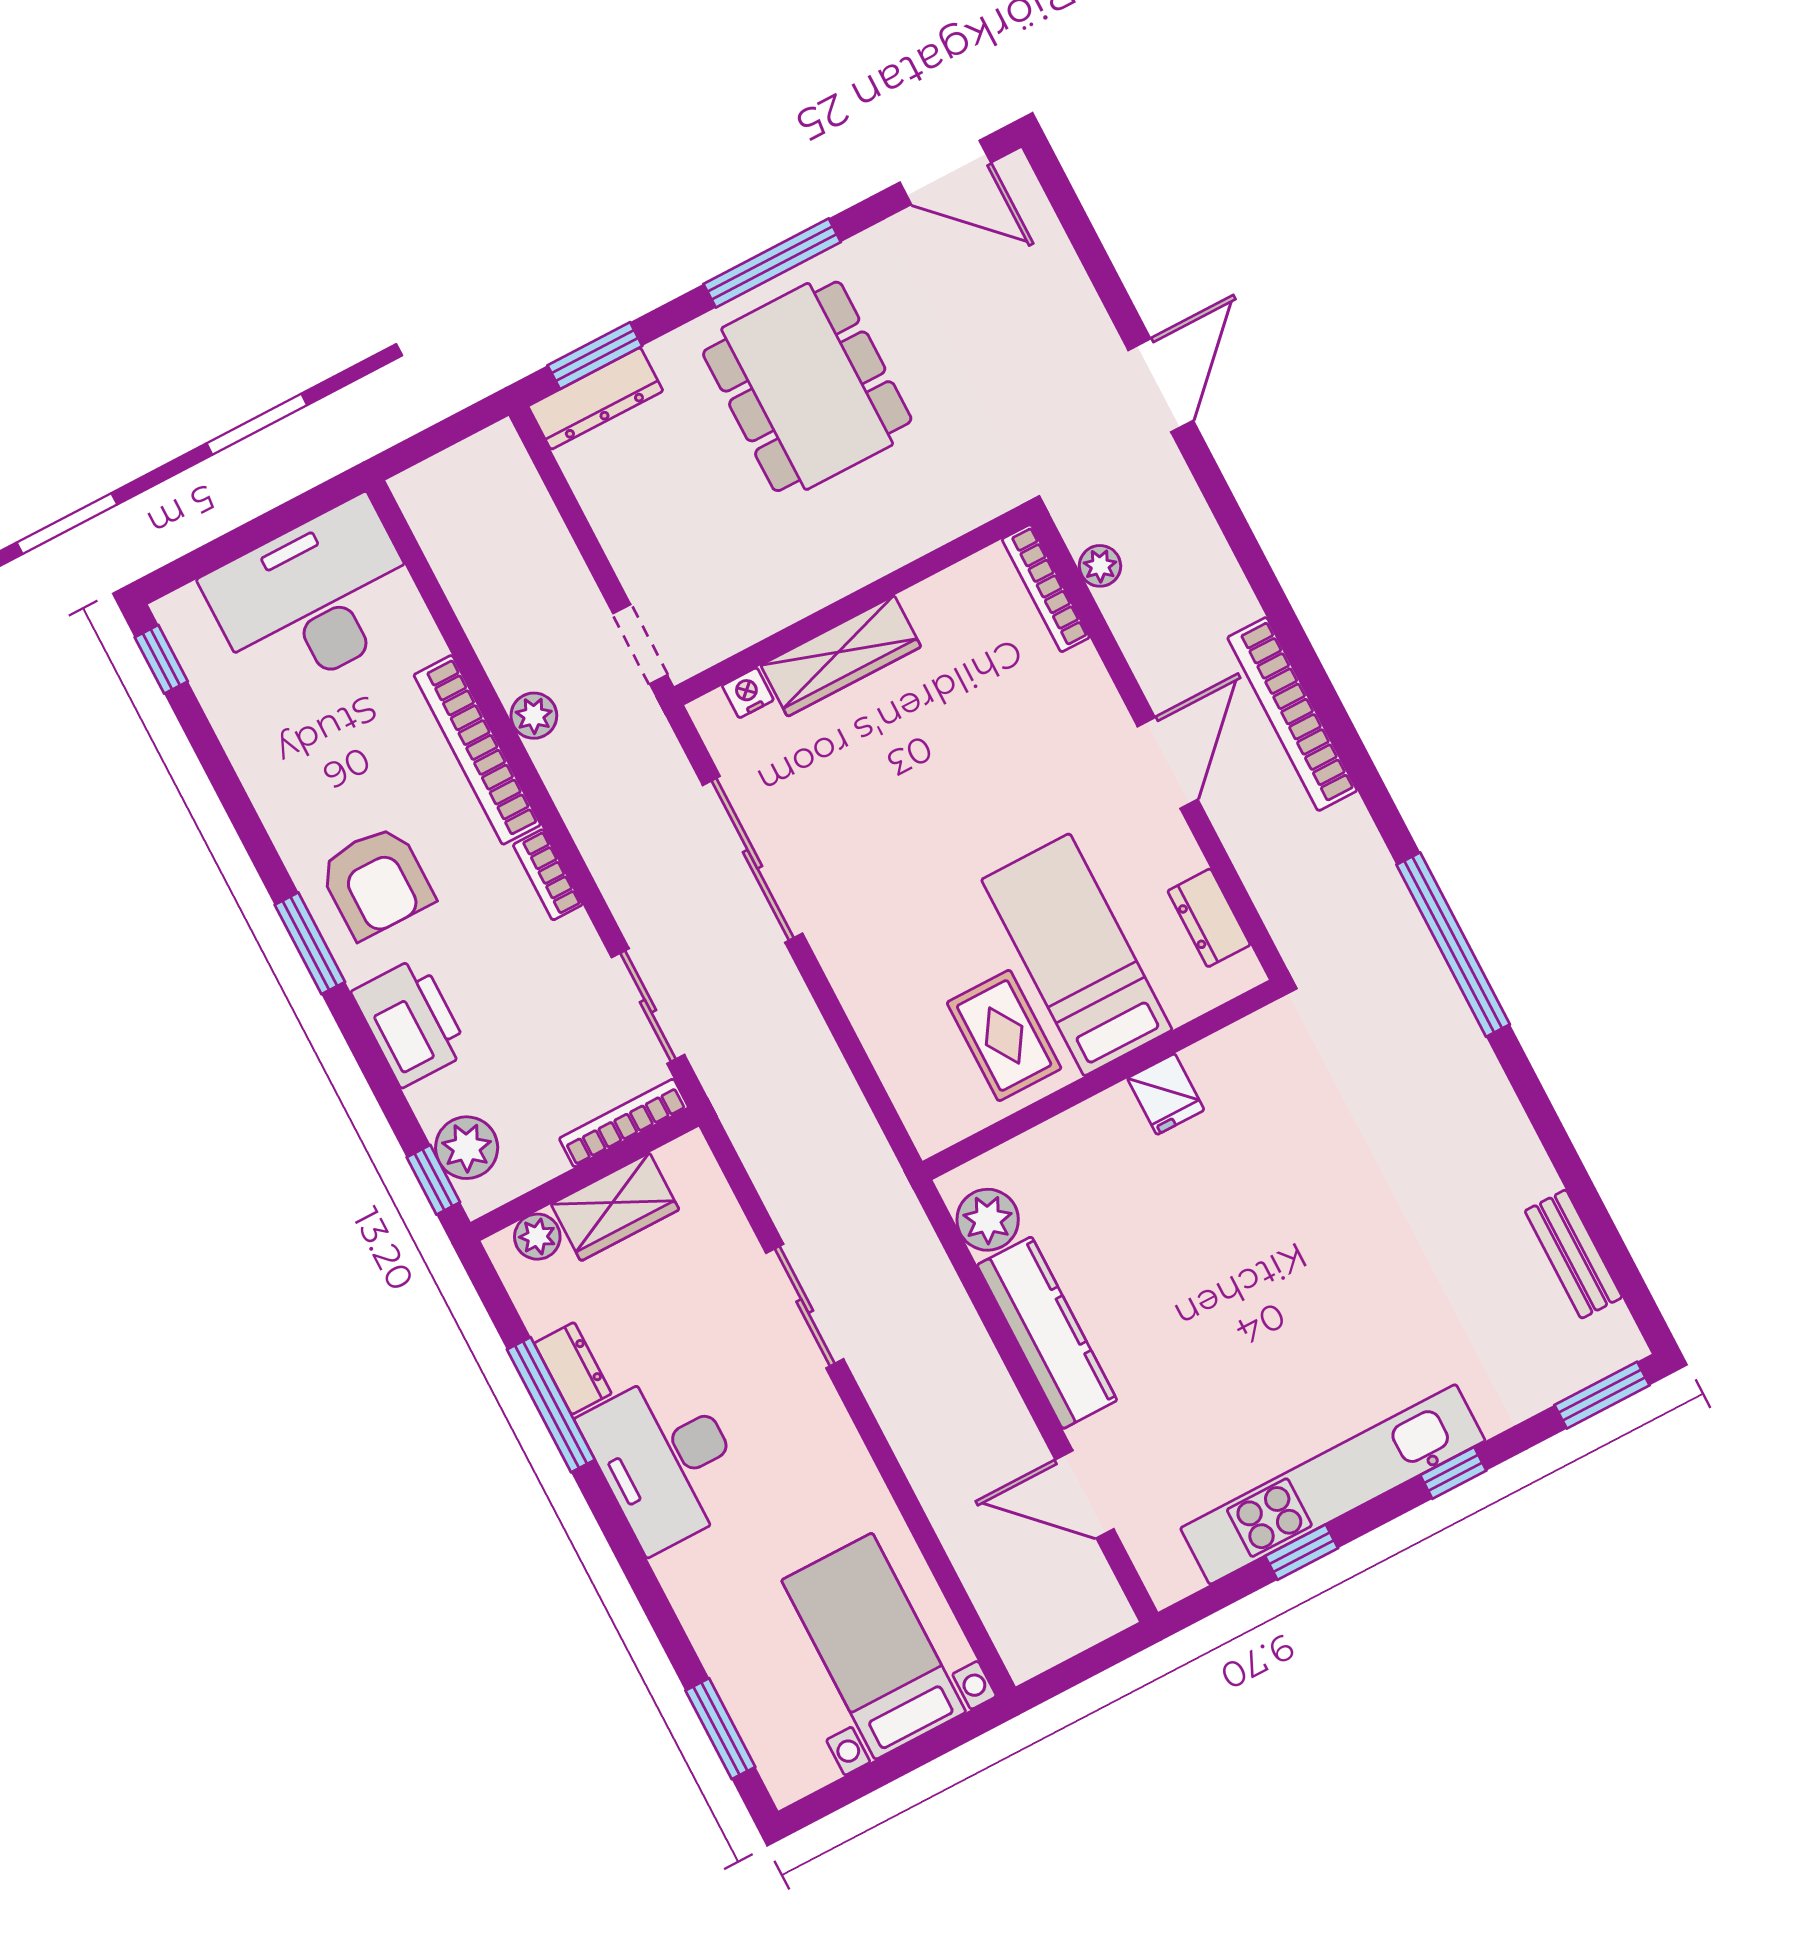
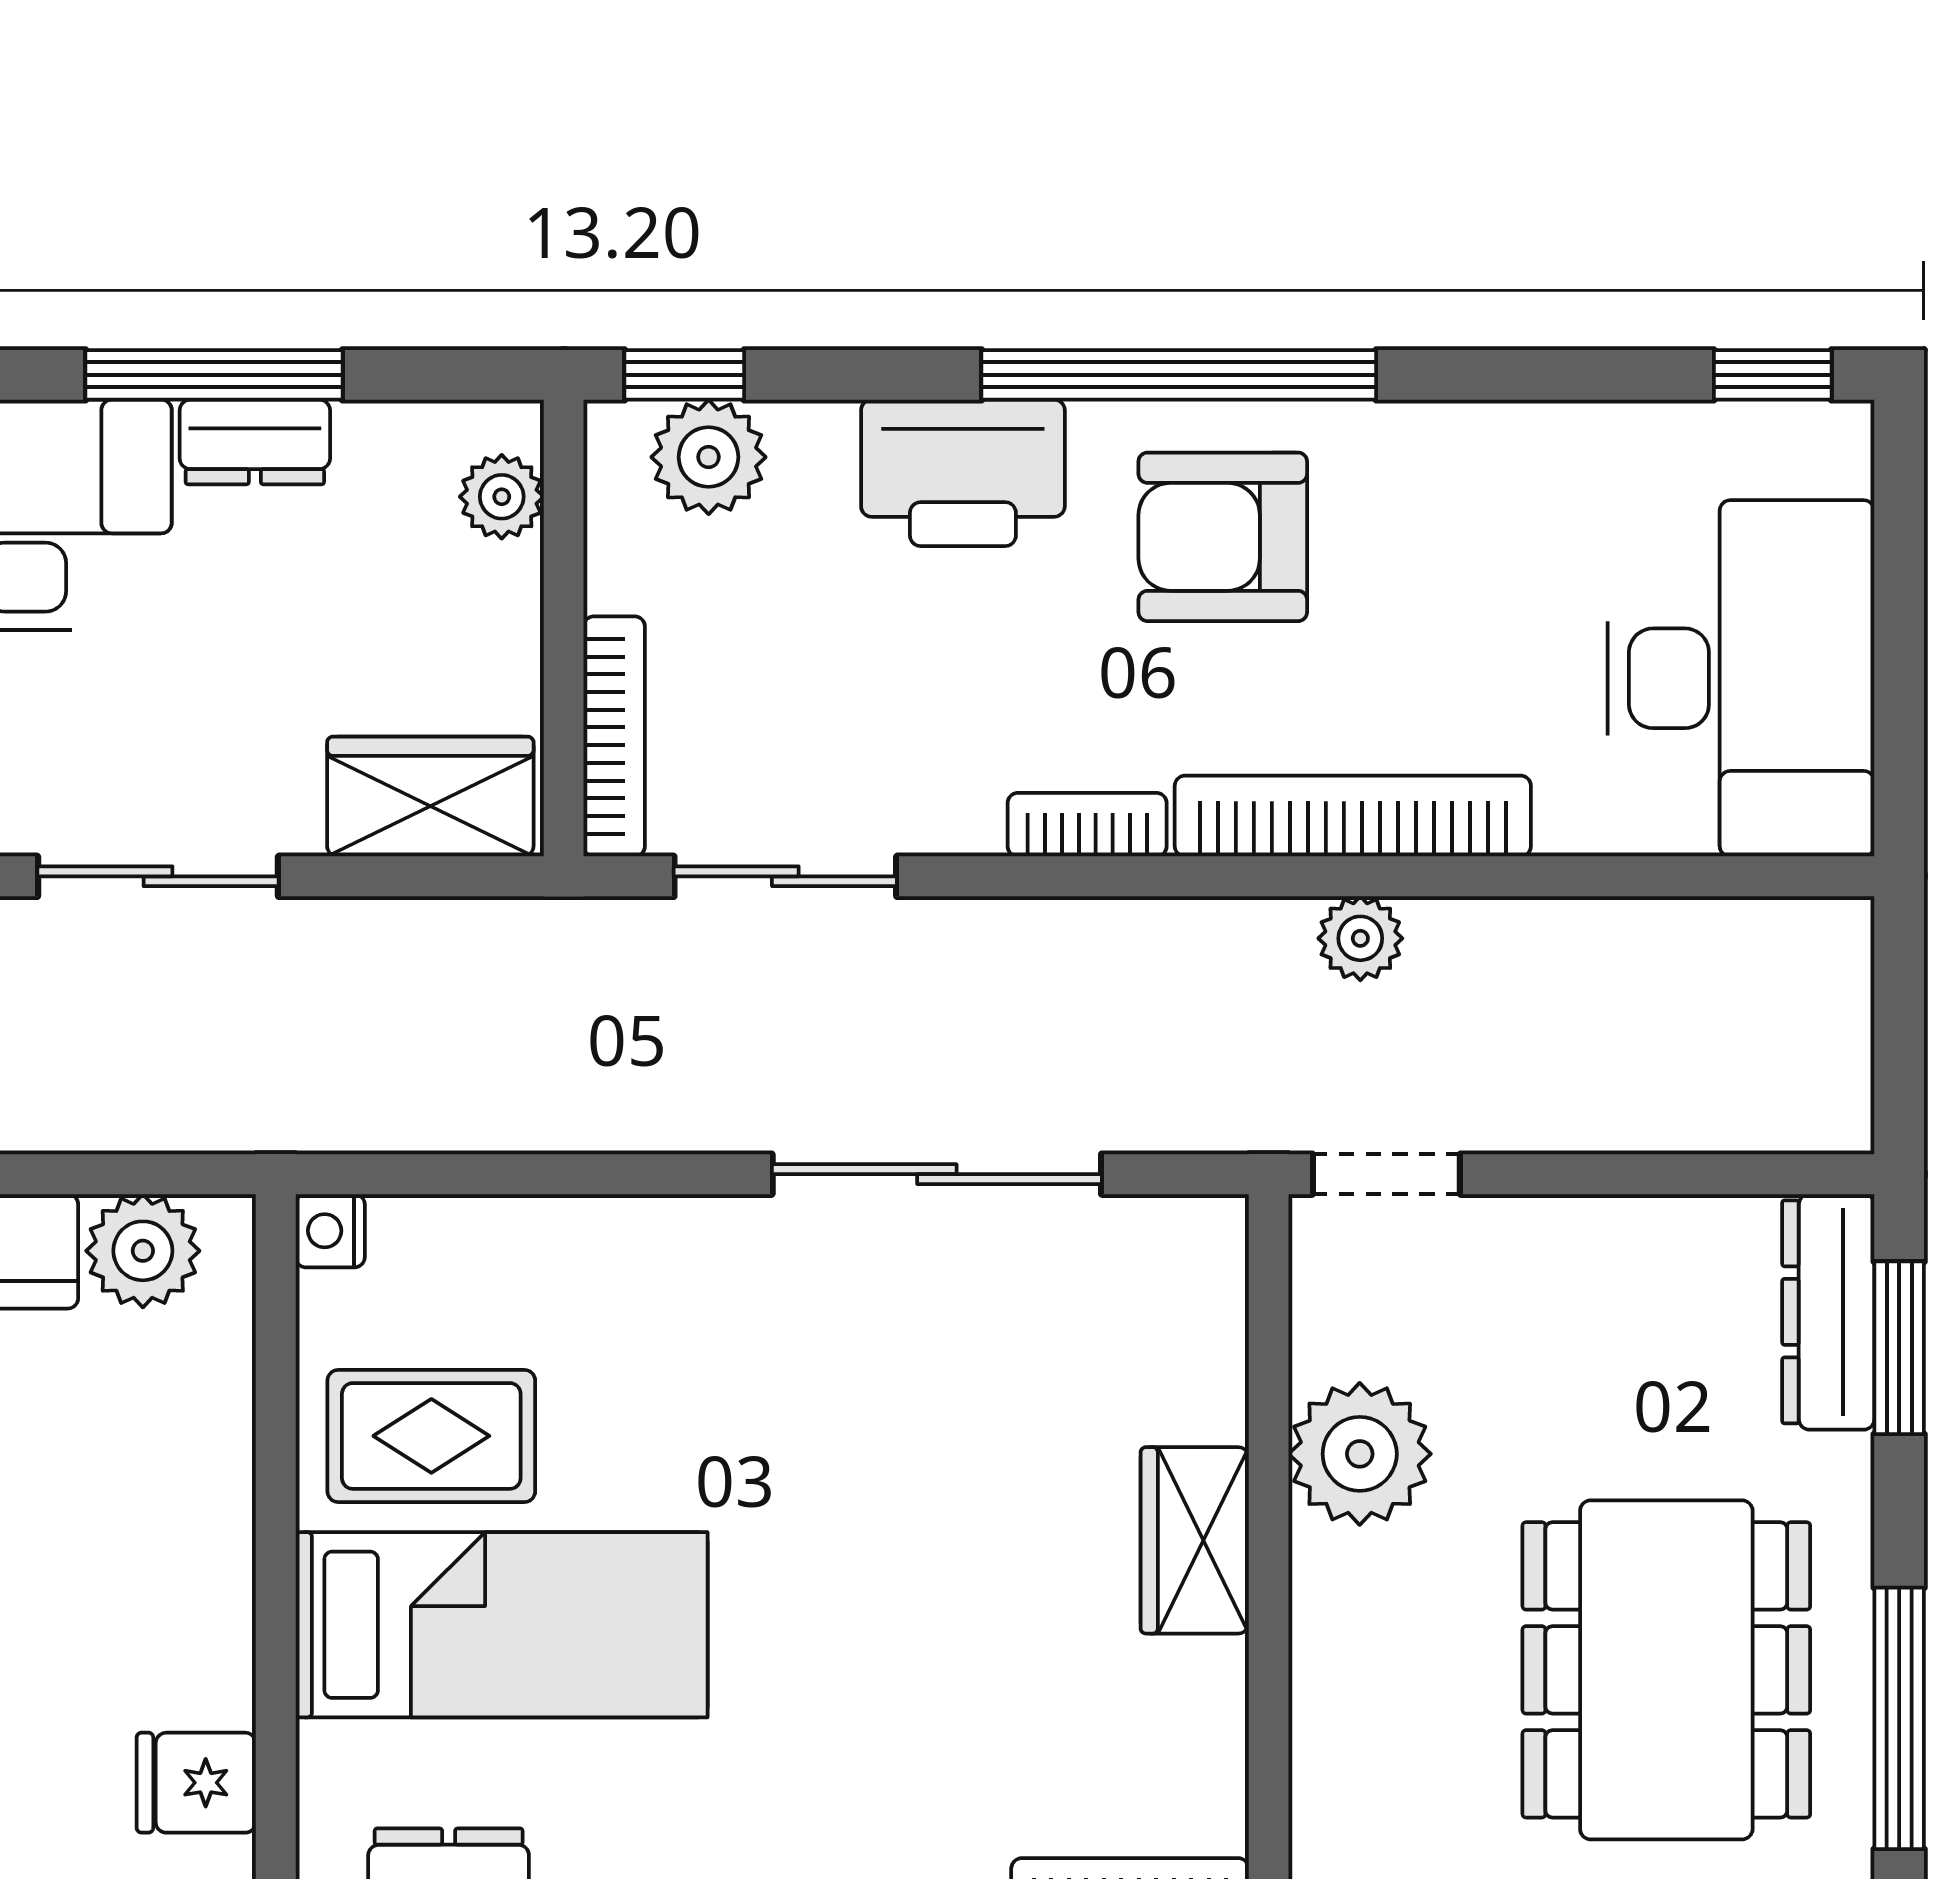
dining table: (807, 386) -> (1666, 1670), turned 90
plant: (781, 587) -> (1360, 1454), added
wardrobe: (841, 656) -> (1195, 1540), width x0.67
nightstand: (748, 693) -> (330, 1231), moved, turned 180
window: (310, 943) -> (1179, 375), width x2.11
fridge: (1166, 1094) -> (196, 1783), moved
wardrobe: (615, 1207) -> (430, 797), moved, turned 90

